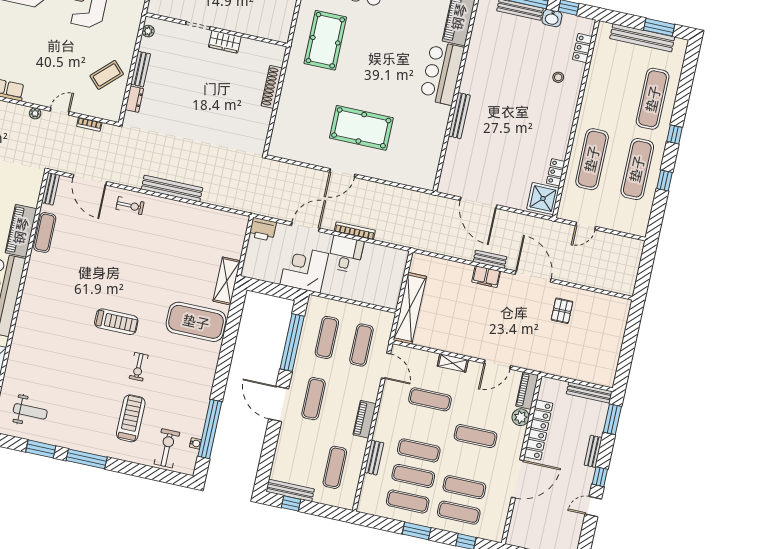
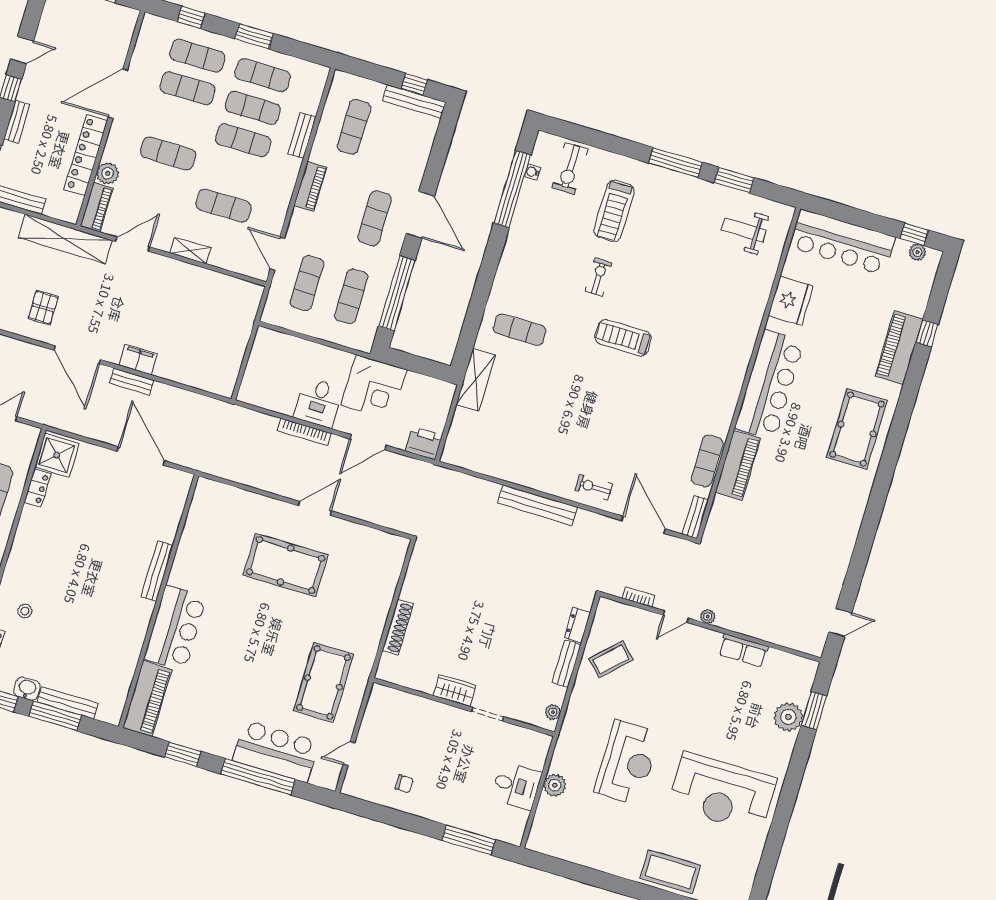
shelving: (410, 308) -> (65, 239), moved, turned 90
exercise mat: (196, 322) -> (520, 330), width x0.50, depth x0.69

